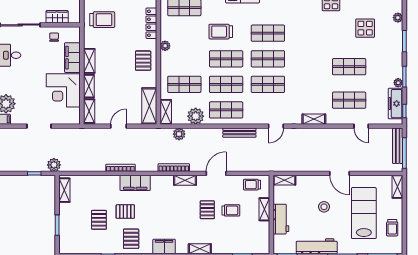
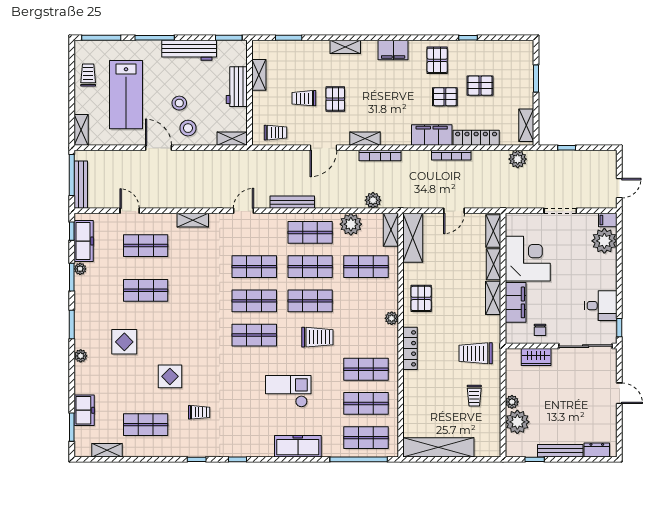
plant: (54, 165) -> (518, 159), moved
locker: (102, 181) -> (476, 138), added
stool: (317, 188) -> (188, 128), added
shelving: (264, 209) -> (259, 75), moved
pallet: (99, 220) -> (480, 86), turned 90

